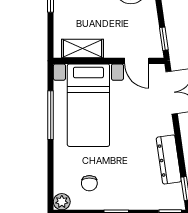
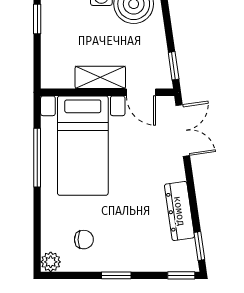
shelving: (82, 48) -> (100, 77), moved
chair: (89, 183) -> (84, 240), turned -90

